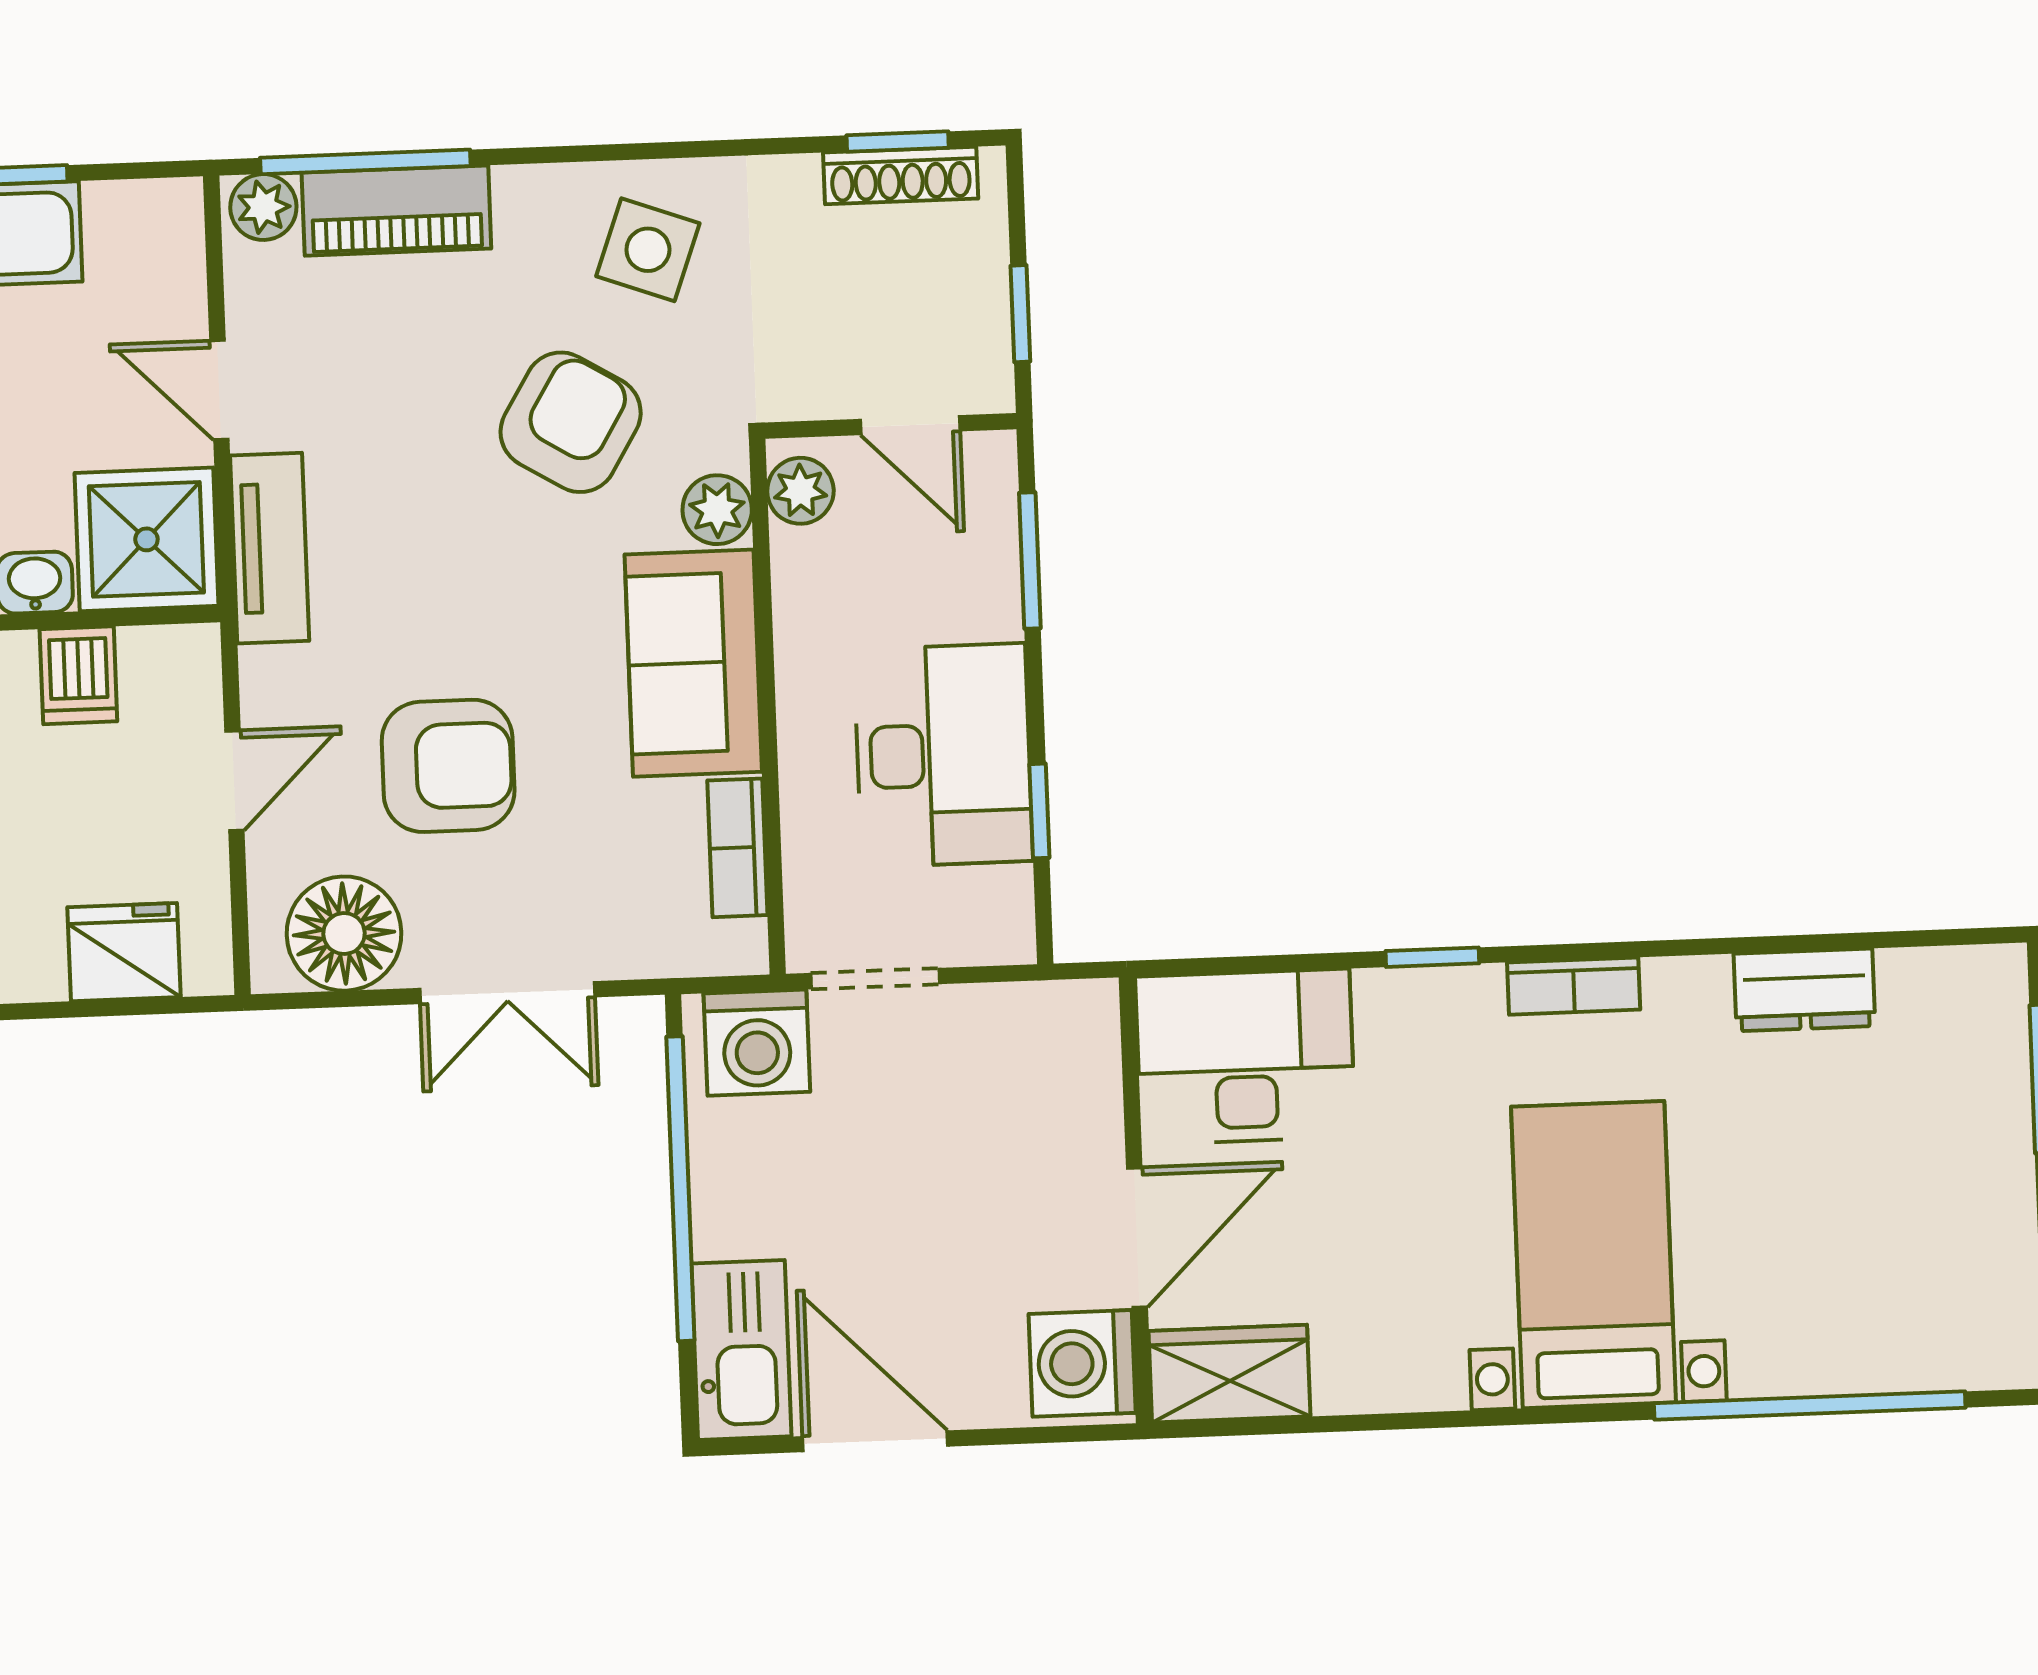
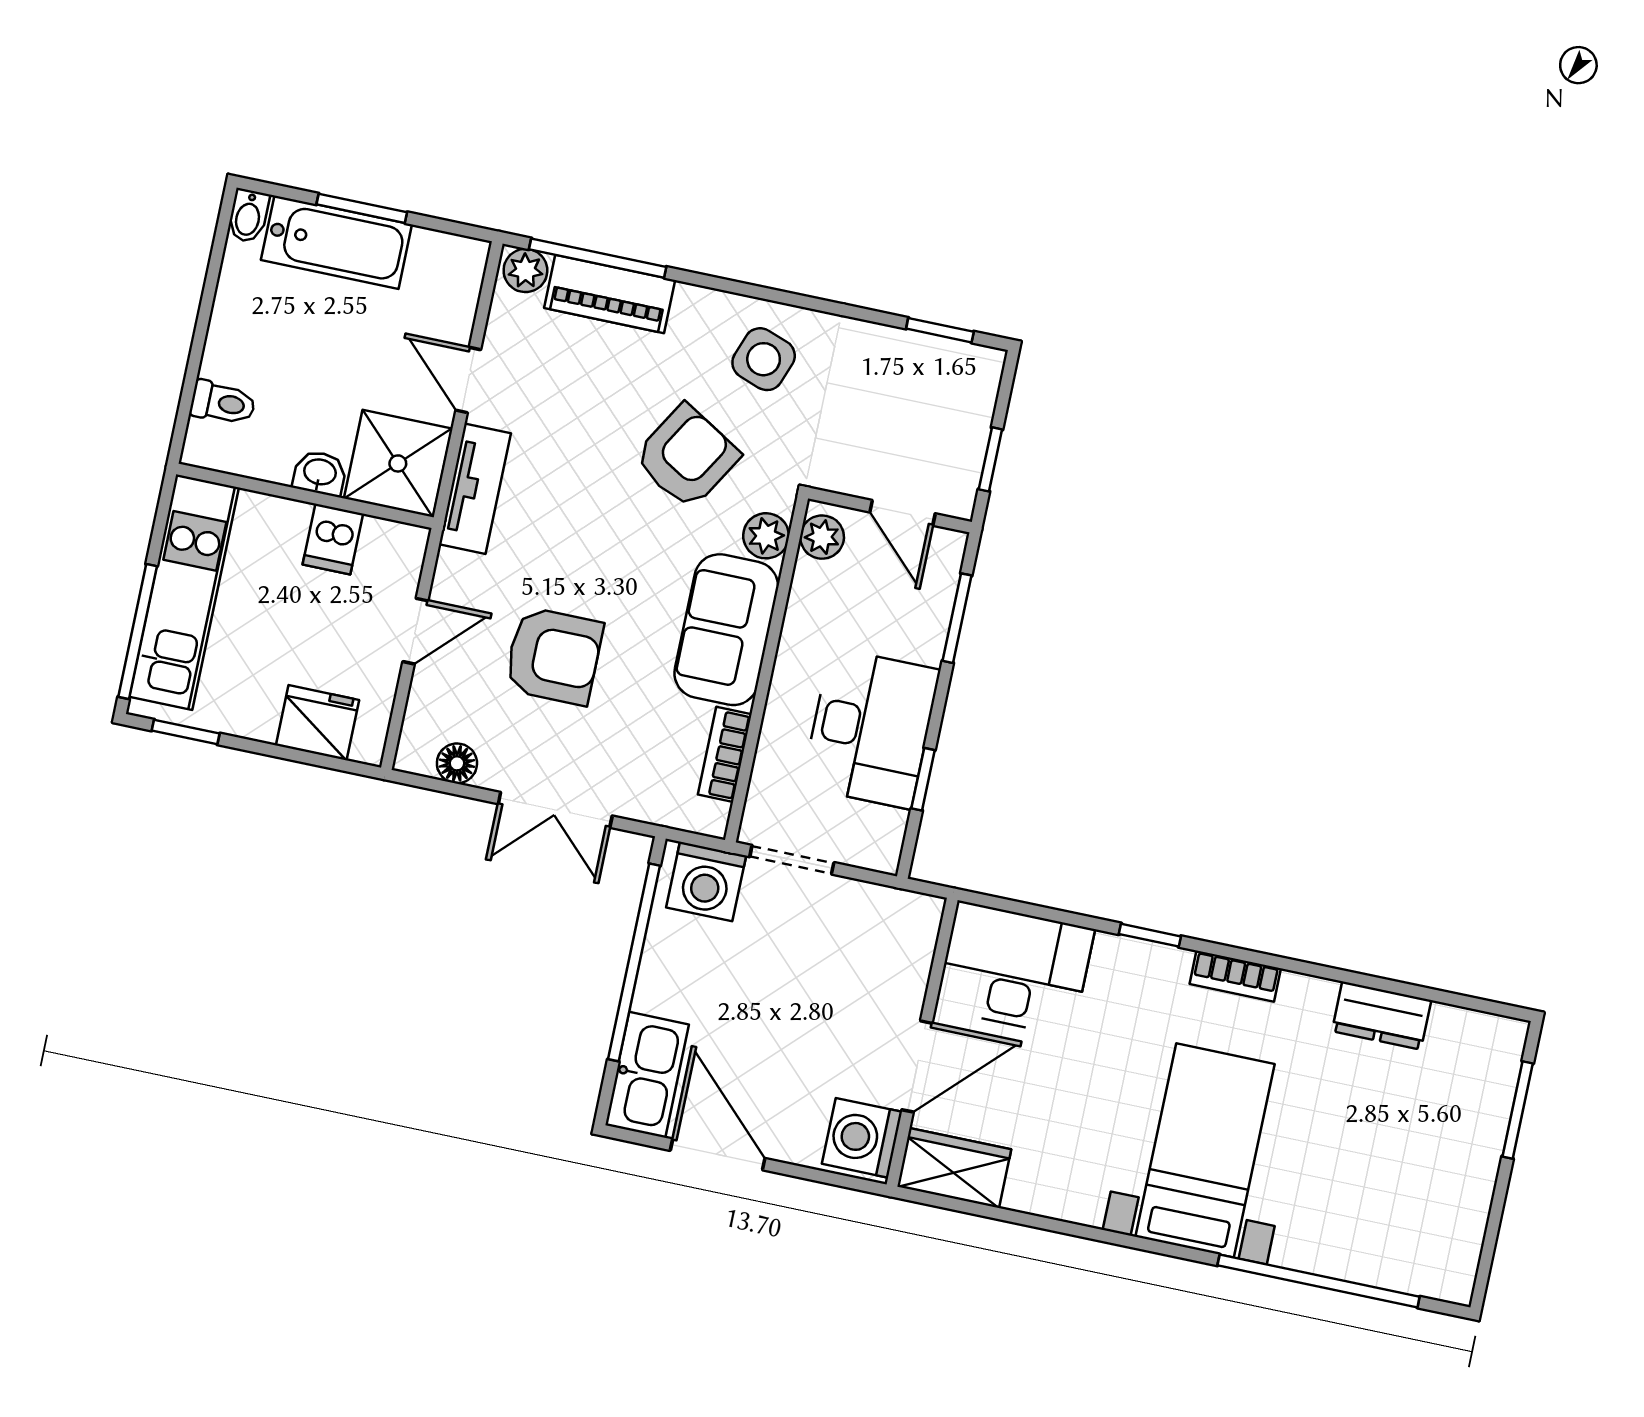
shoe rack: (901, 175) -> (936, 352), removed
floor lamp: (344, 934) -> (457, 763), width x0.53, depth x0.53

